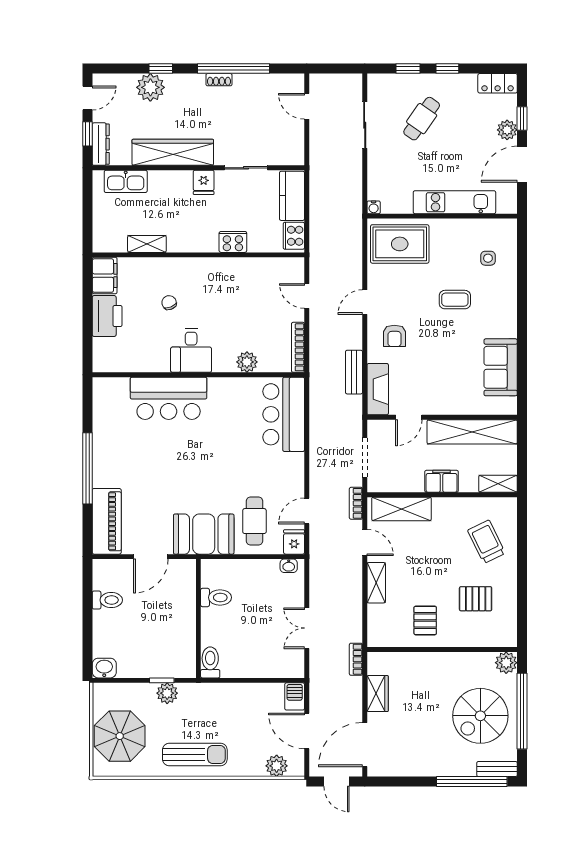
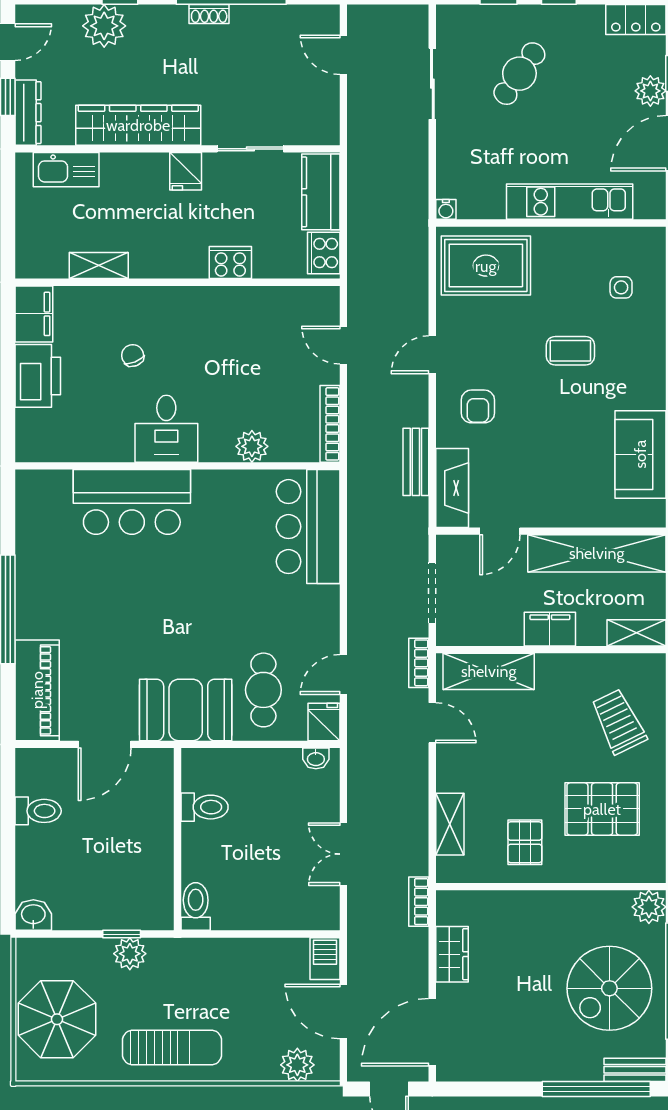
shelving: (376, 583) -> (450, 824), moved
pallet: (476, 599) -> (602, 809), width x1.50, depth x1.42

